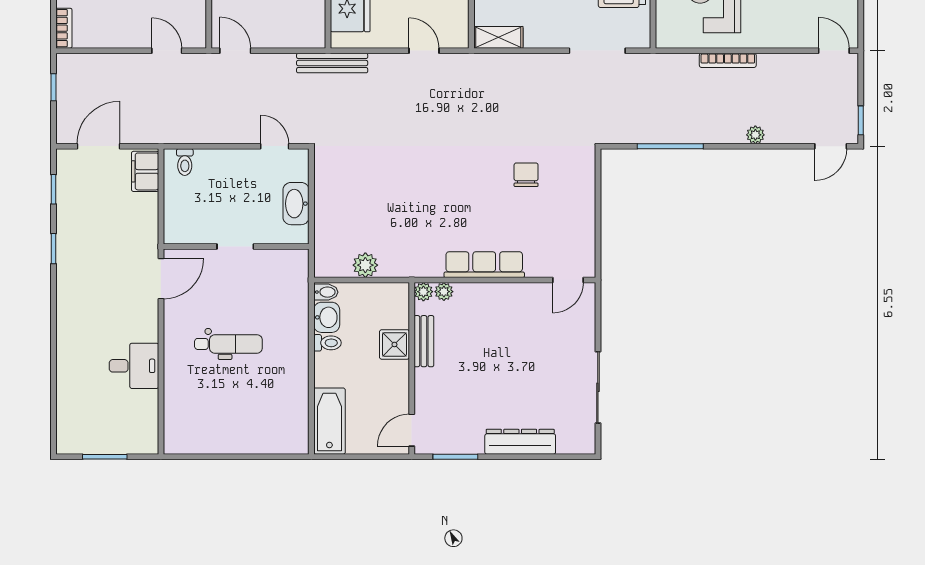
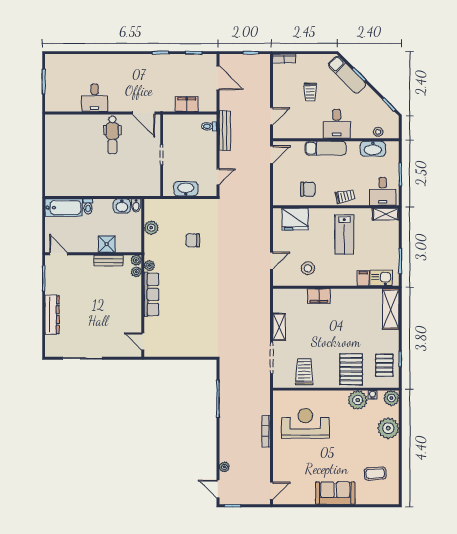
shelving: (498, 37) -> (279, 327), moved
bench: (332, 63) -> (225, 131), moved
plant: (755, 135) -> (224, 467), moved
filing cabinet: (145, 171) -> (187, 104), moved
chair: (526, 175) -> (193, 240), moved, turned 180
plant: (433, 268) -> (149, 266), added
toilet: (327, 343) -> (88, 206), moved
dental chair: (228, 344) -> (112, 135), moved

